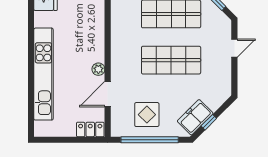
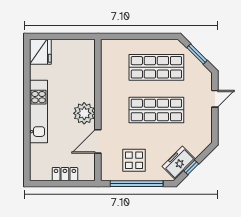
plant: (98, 69) -> (84, 113), width x1.87, depth x1.87
kitchen unit: (43, 74) -> (38, 112), width x0.73
locker: (90, 129) -> (65, 174), moved

